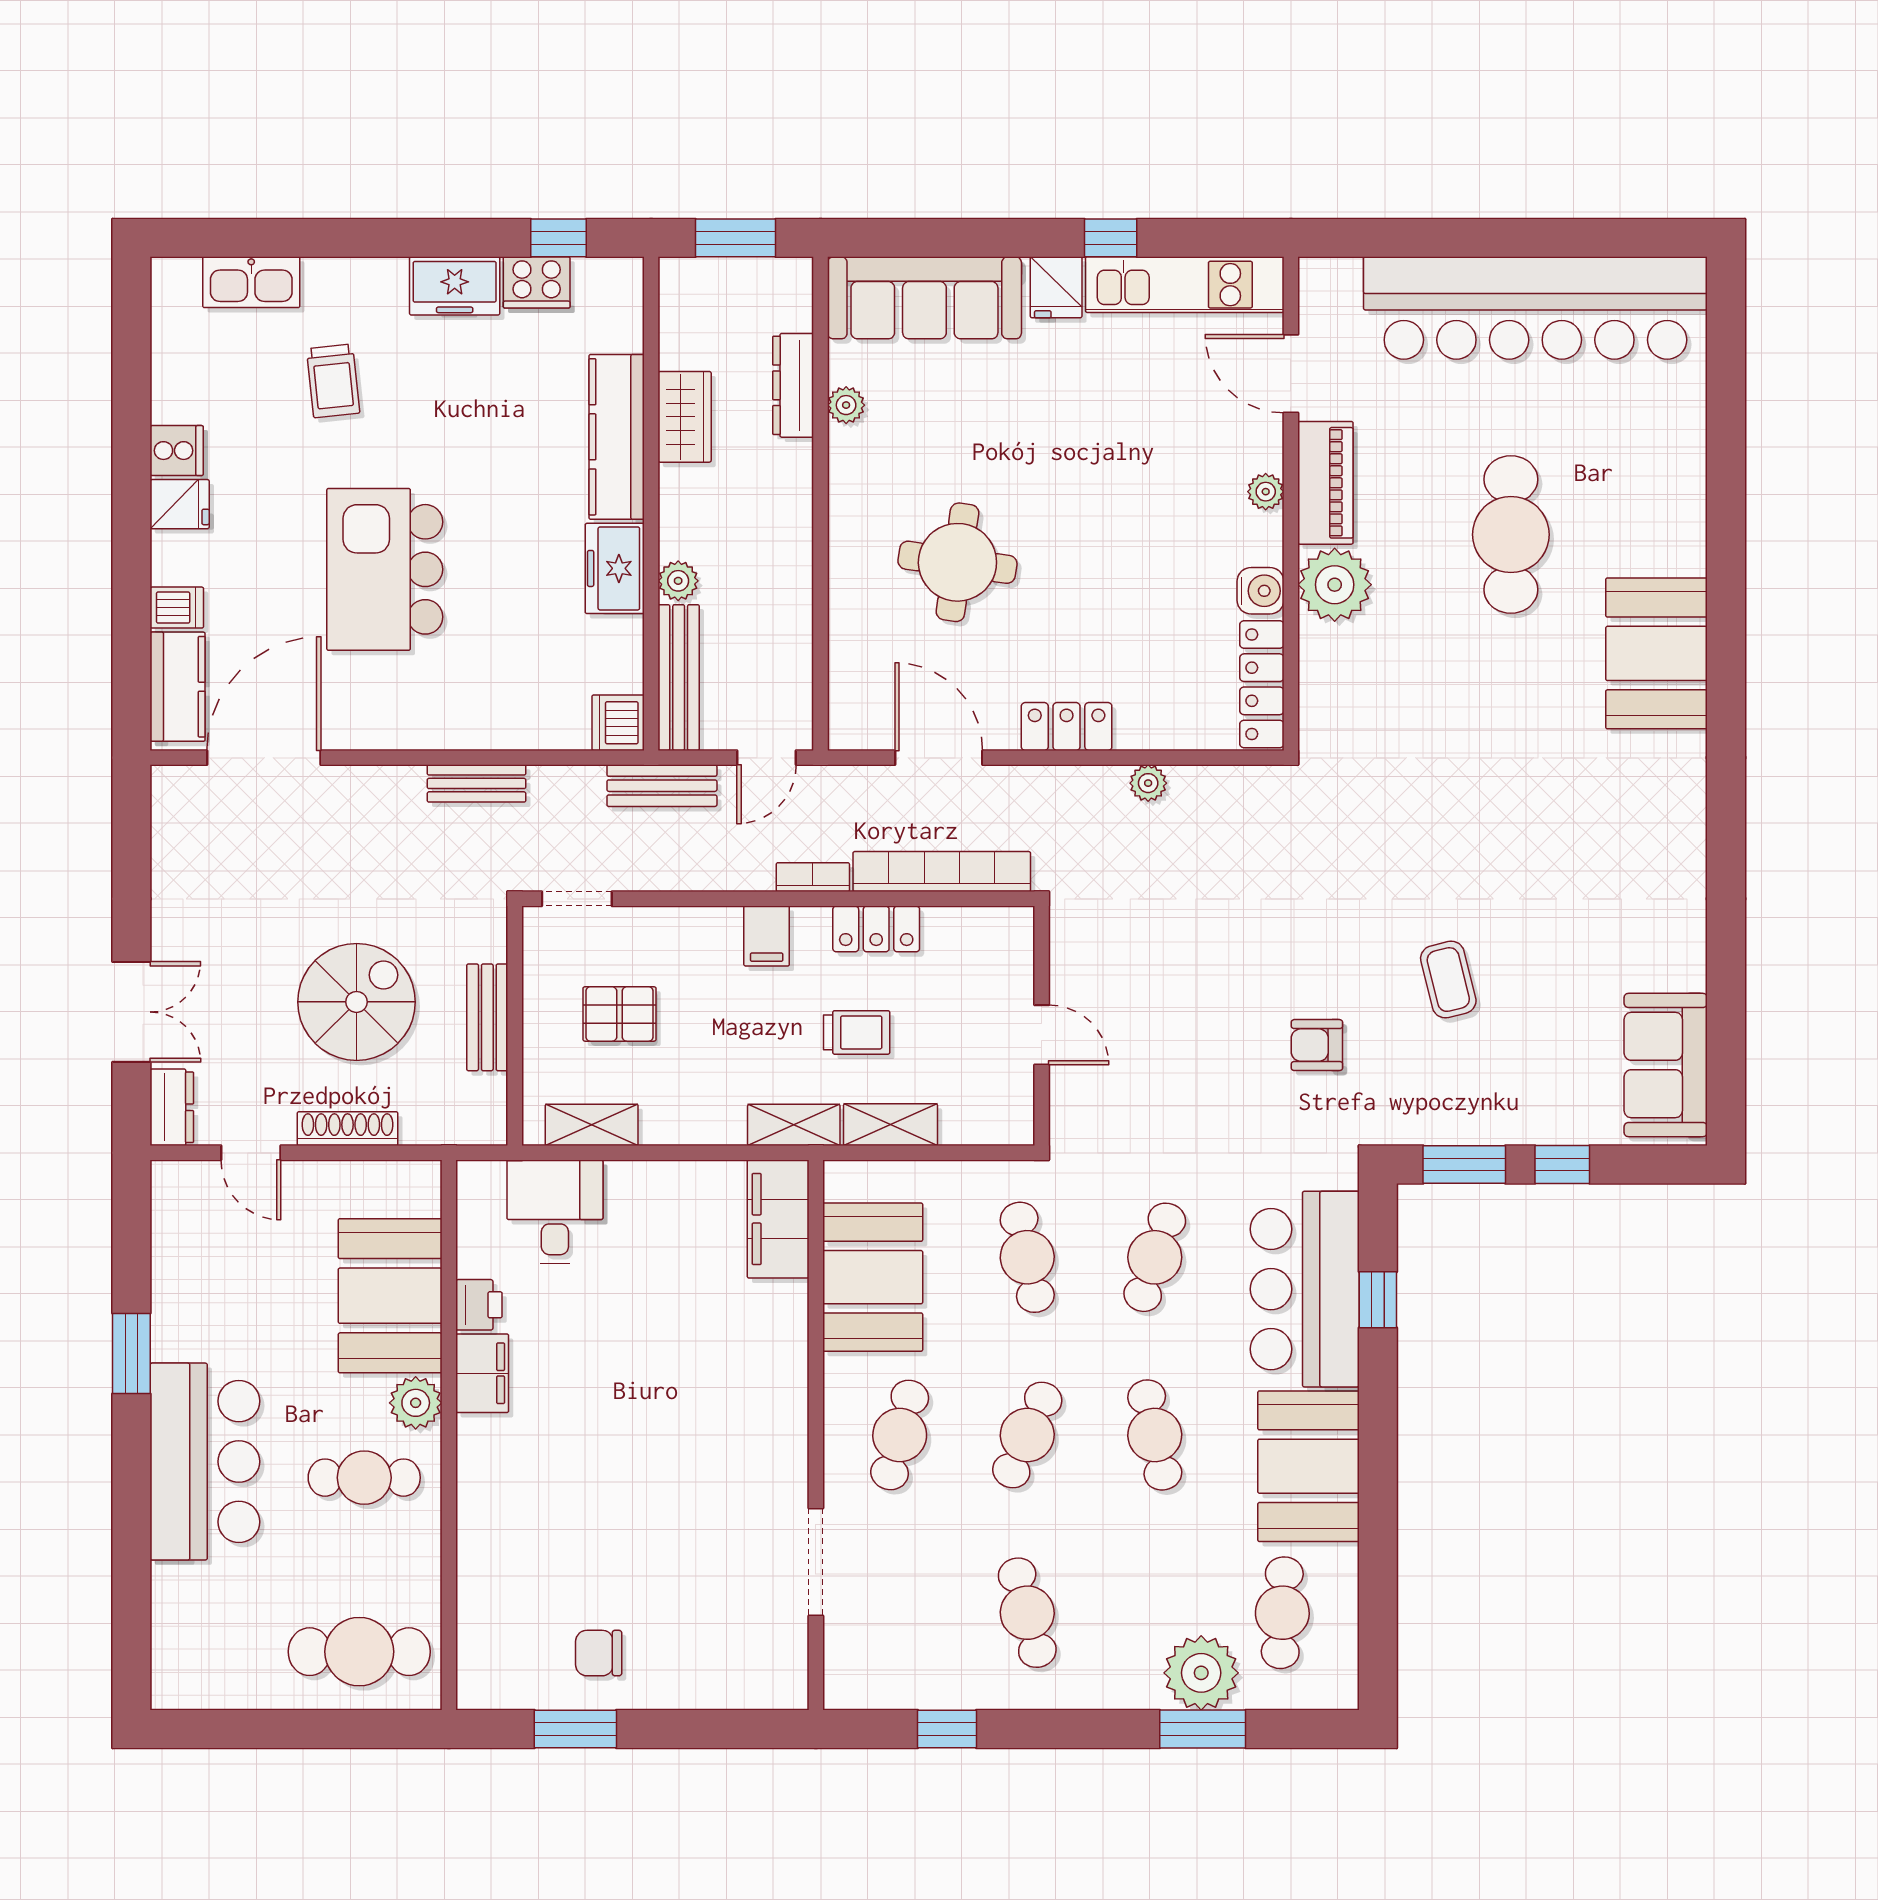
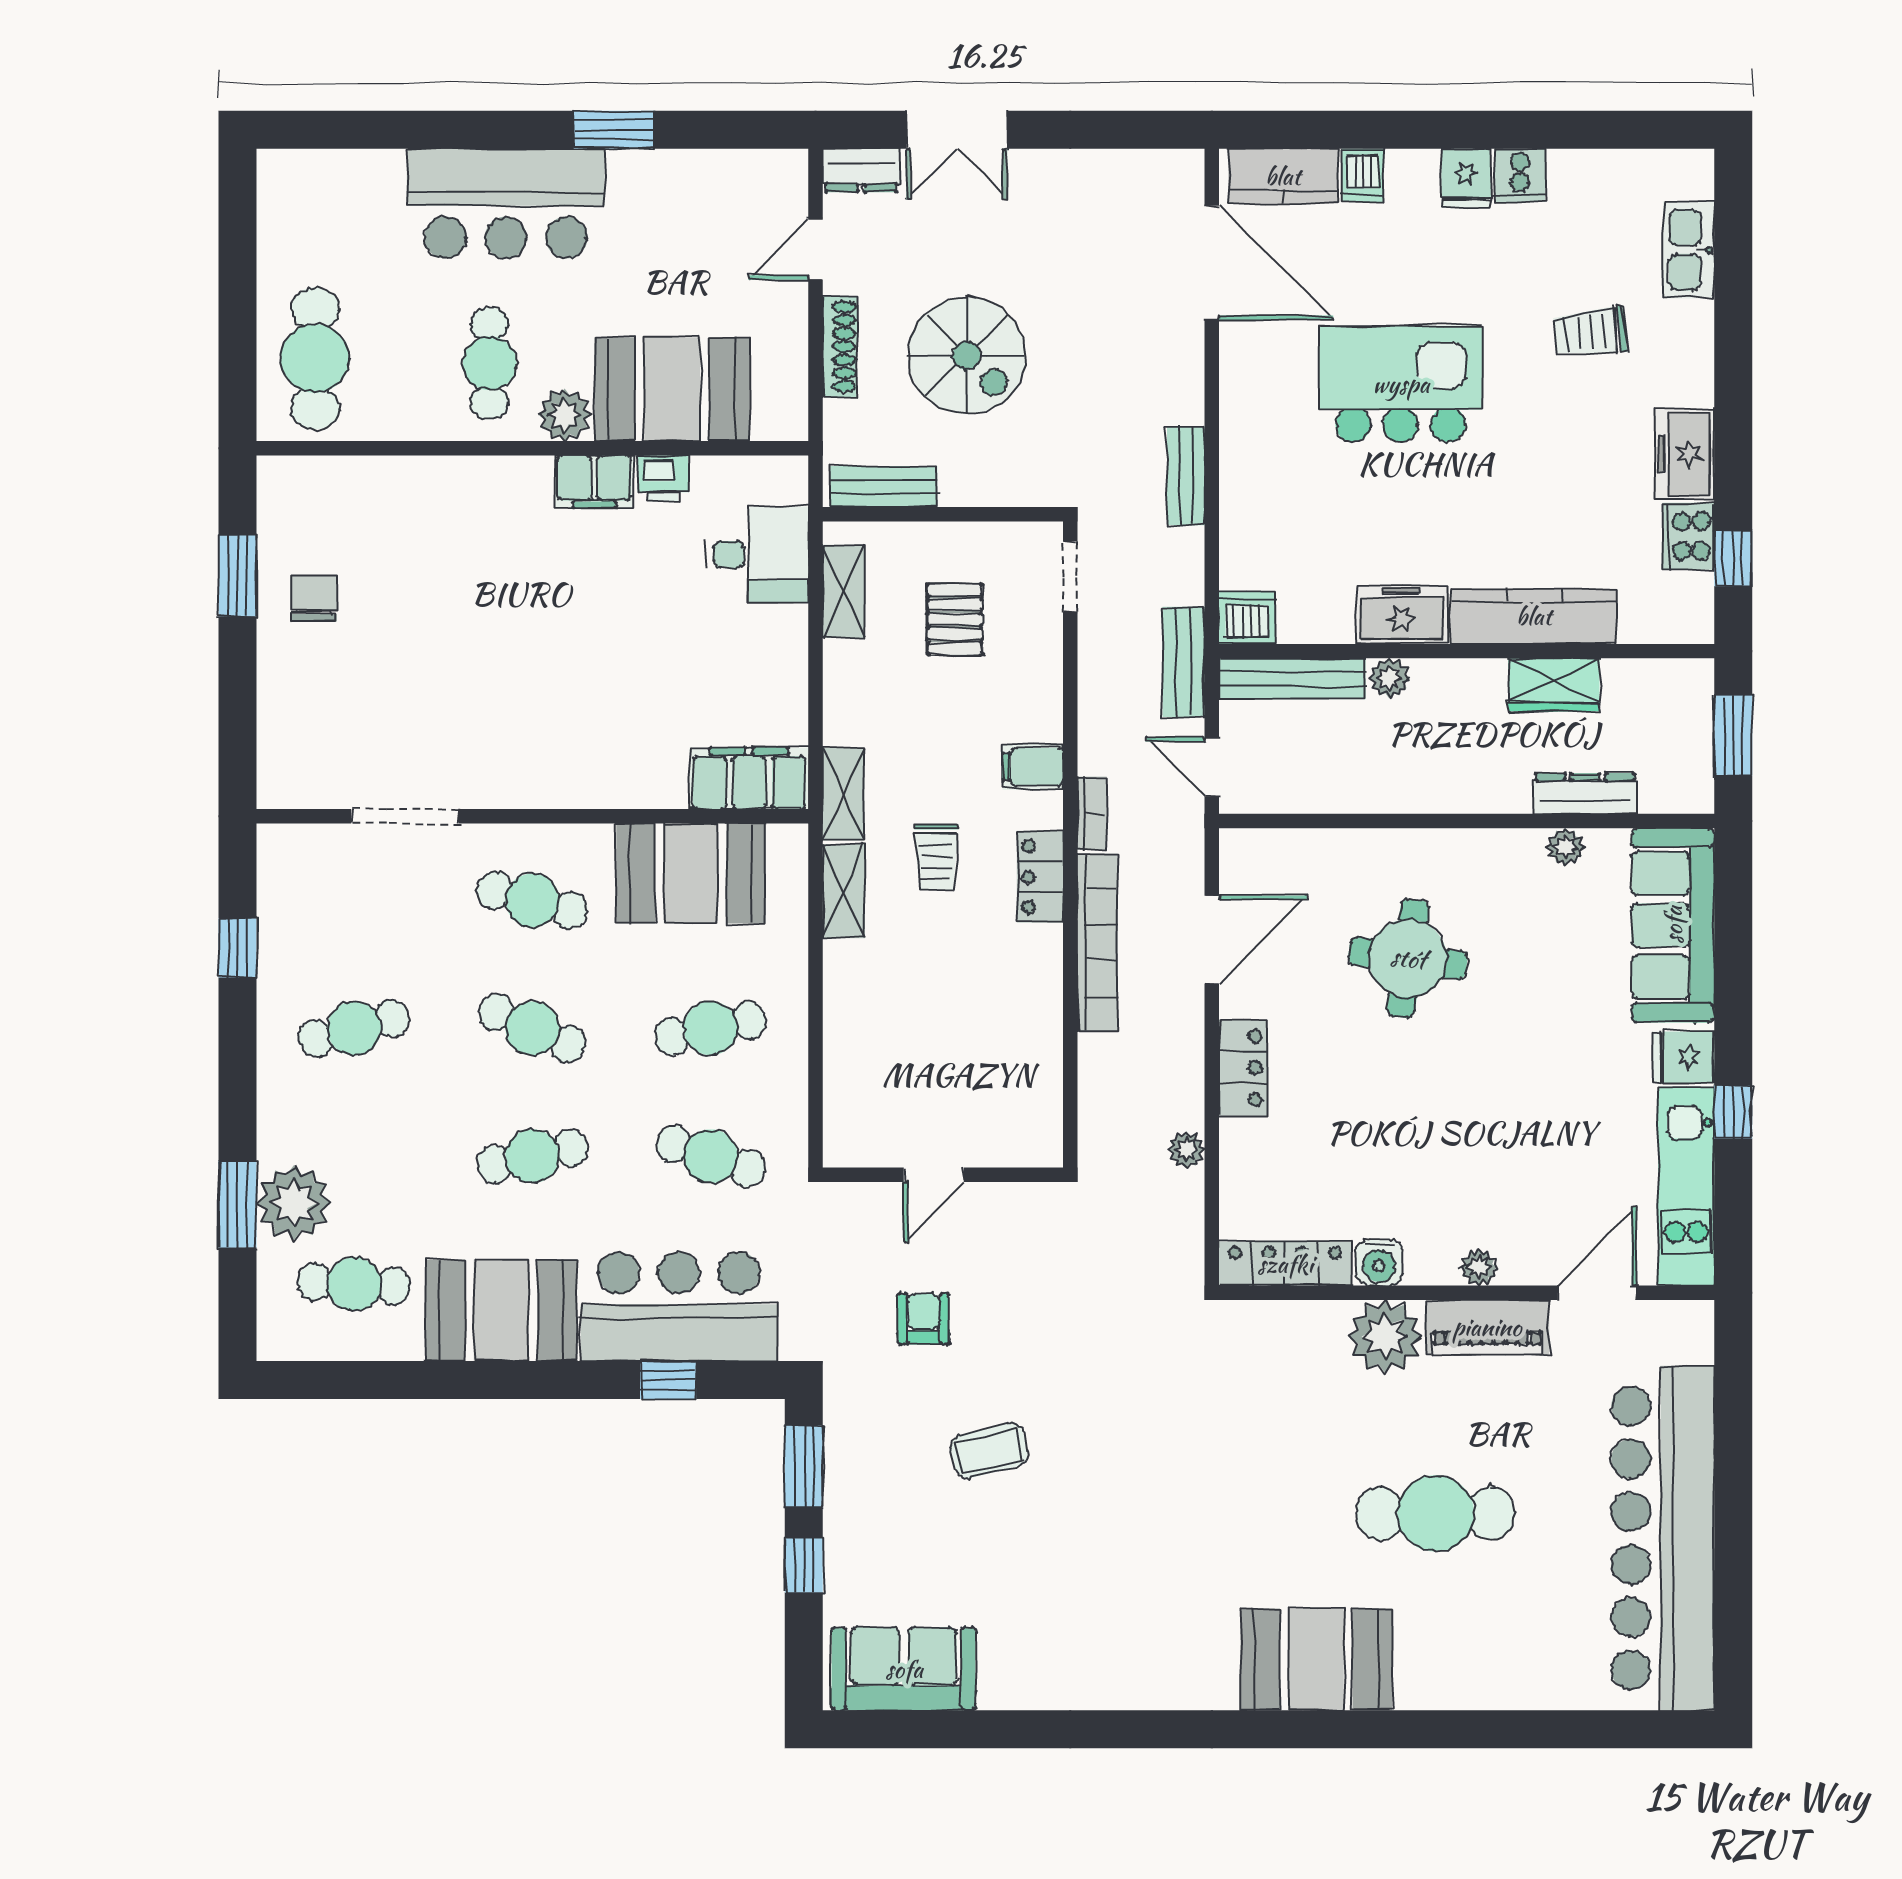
bench: (487, 1017) -> (884, 487), moved
wall: (1042, 1026) -> (943, 1175), moved
door: (1042, 1035) -> (934, 1175), moved

